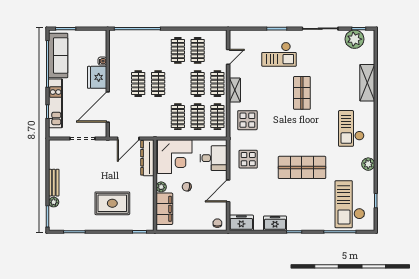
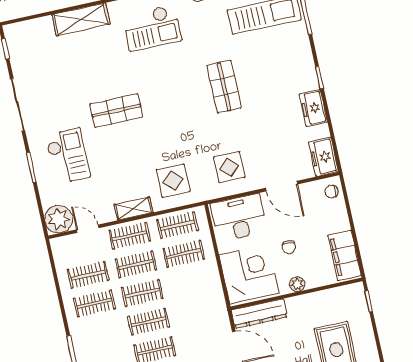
plant: (355, 39) -> (59, 219), moved
clothes rail: (178, 117) -> (142, 293), moved
desk: (214, 158) -> (239, 218), width x1.37
shop shelf: (302, 167) -> (224, 87), width x0.70, depth x0.74
filing cabinet: (164, 209) -> (344, 255), moved, turned -90

